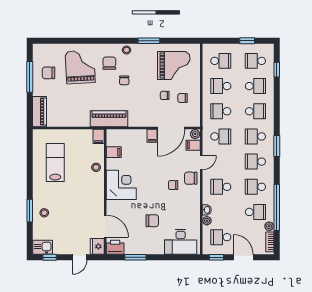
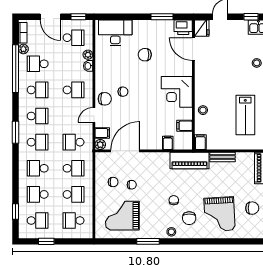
bench: (77, 122) -> (222, 157), added
filing cabinet: (152, 136) -> (168, 143), moved

